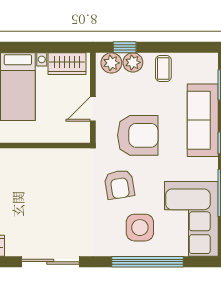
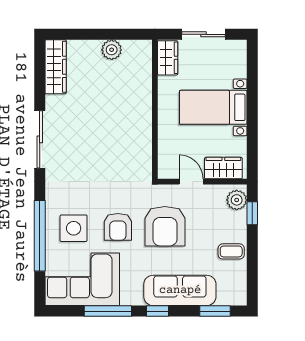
plant: (133, 62) -> (237, 221), removed
wardrobe: (67, 64) -> (223, 168), moved, turned 90
armchair: (119, 184) -> (118, 227), moved, turned -81

